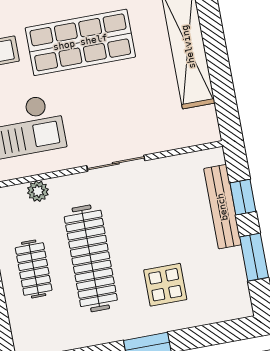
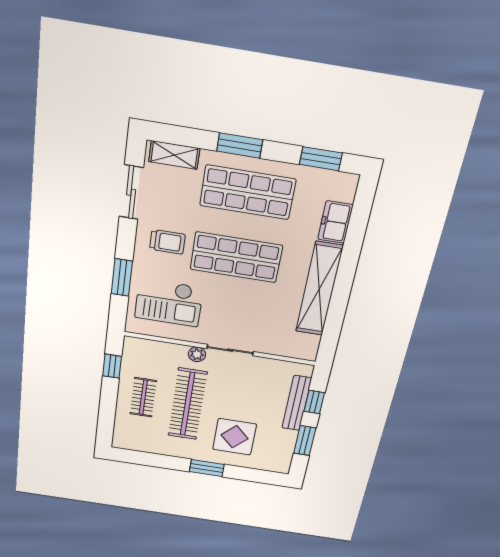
plant: (38, 191) -> (197, 354), moved
display table: (165, 285) -> (235, 437), width x1.36, depth x1.36

